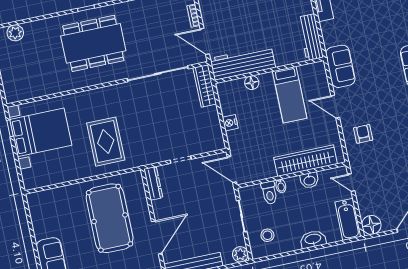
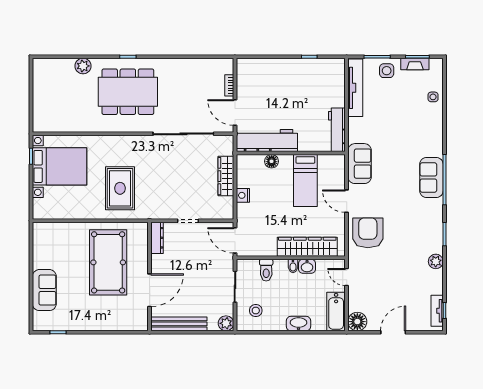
plant: (15, 33) -> (83, 66), moved
wardrobe: (205, 86) -> (226, 176), moved
armchair: (363, 134) -> (368, 233), width x1.88, depth x1.88
bidet: (281, 186) -> (293, 266), moved

